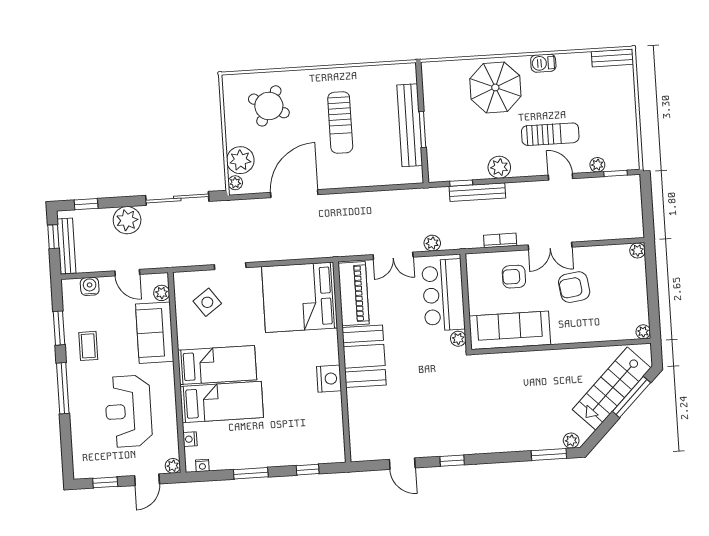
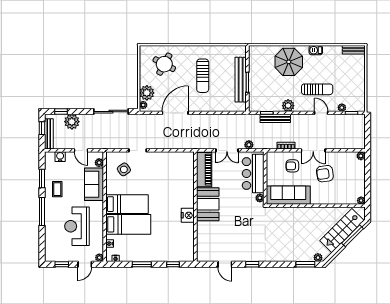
plant: (127, 220) -> (72, 122), moved
bed: (299, 297) -> (174, 170), removed

